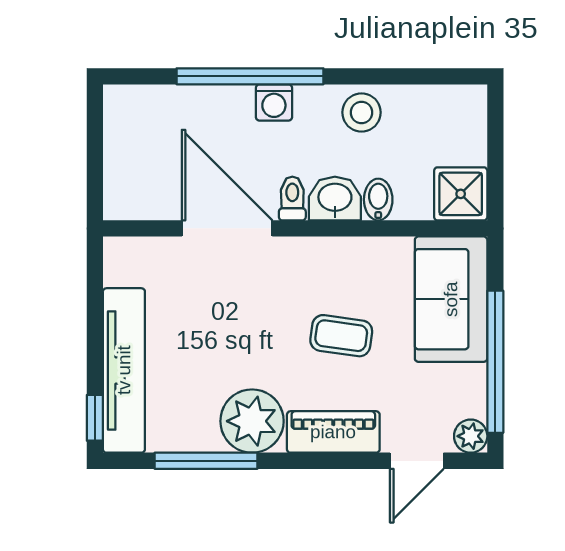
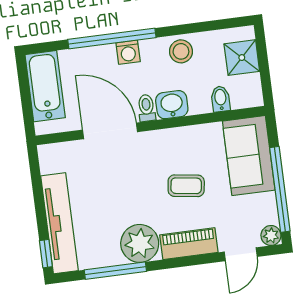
bathtub: (129, 141) -> (45, 86), added
shower: (461, 194) -> (242, 58), moved
bidet: (378, 200) -> (221, 99), moved

